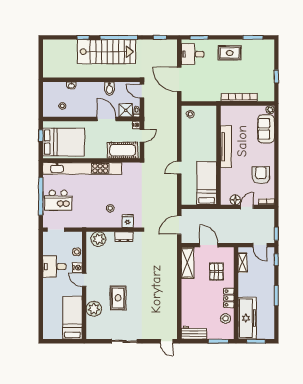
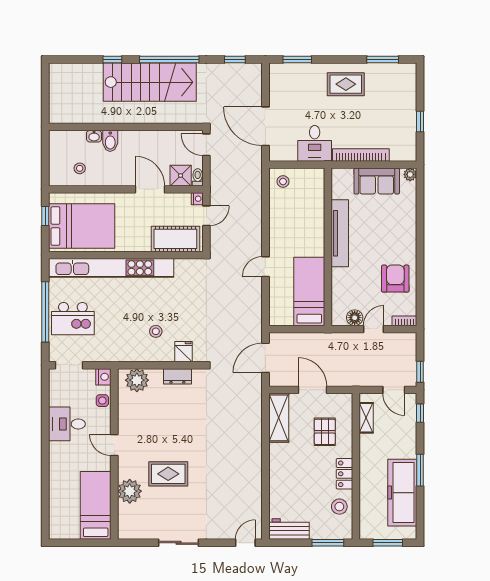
desk: (193, 54) -> (315, 143), moved, turned -90
bidet: (109, 89) -> (110, 141), moved
sofa: (266, 129) -> (377, 181), moved, turned -90
nightstand: (77, 268) -> (103, 377), moved
rug: (118, 298) -> (168, 474), turned 90
freezer: (247, 318) -> (402, 493), moved, turned 180
door: (167, 341) -> (245, 543), swing flipped

